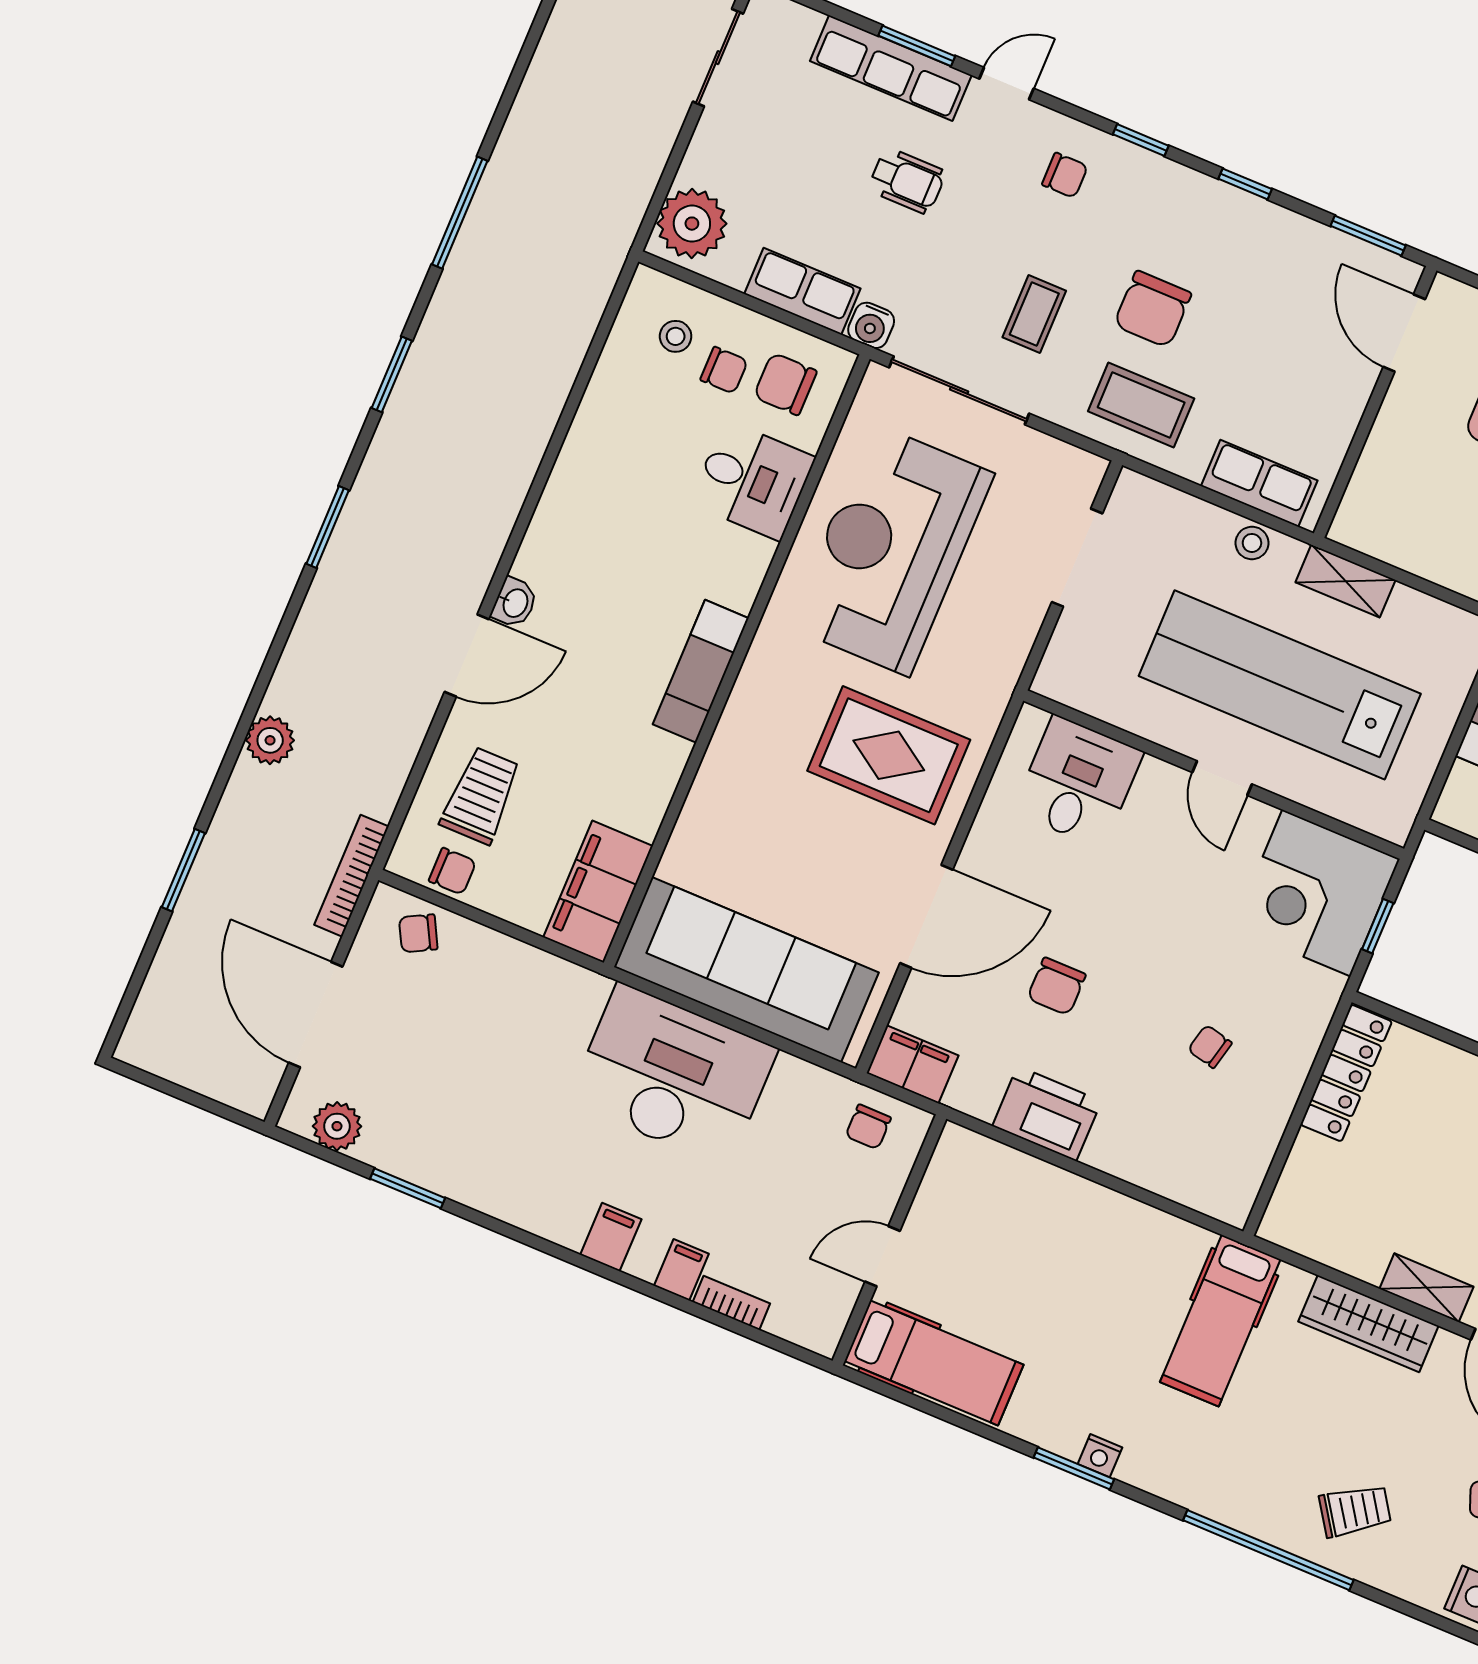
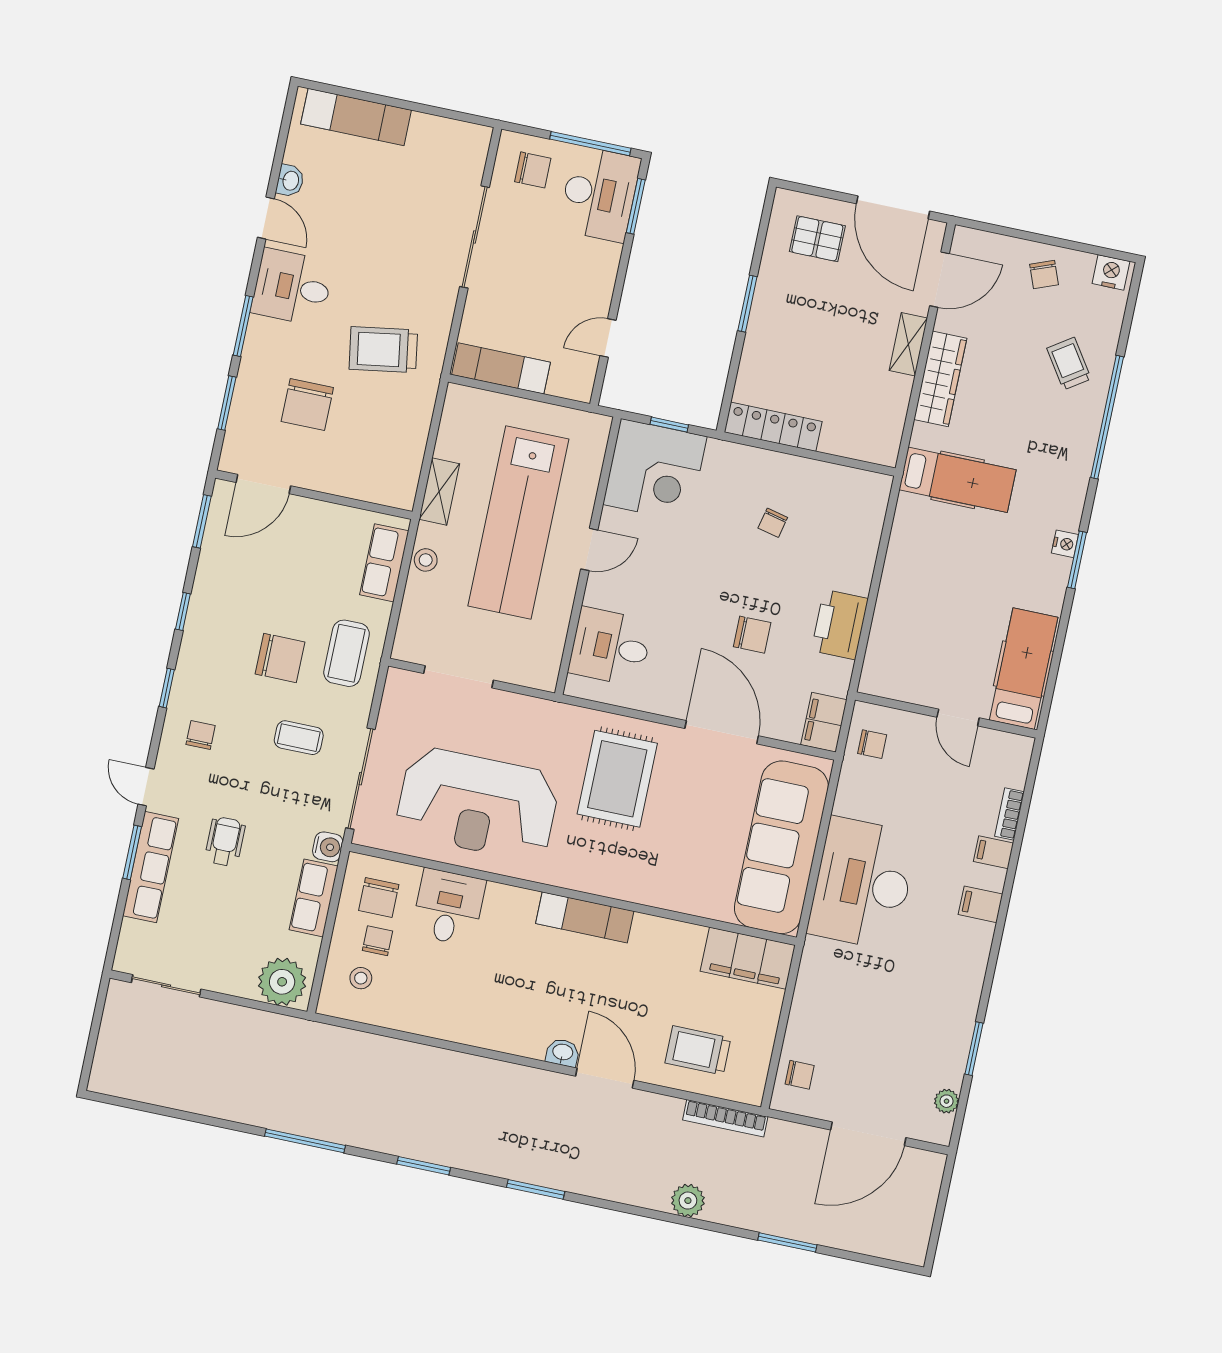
chair: (452, 871) -> (753, 1060), removed
bookcase: (351, 876) -> (725, 1118), moved
chair: (418, 933) -> (800, 1075), turned -62
plant: (337, 1126) -> (947, 1101), width x0.73, depth x0.73

